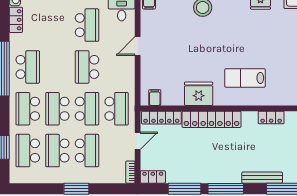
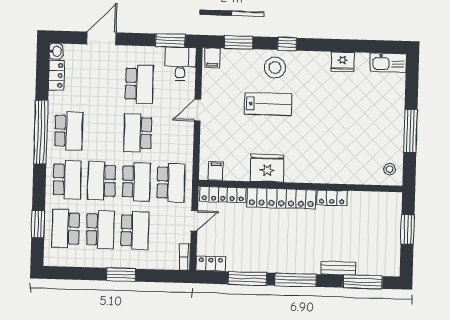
lab bench: (245, 78) -> (268, 104), moved, turned 180
school desk: (28, 109) -> (67, 180), turned 180
locker: (271, 117) -> (332, 198), moved
school desk: (57, 151) -> (100, 230), turned 180
bench: (262, 178) -> (338, 268), width x0.73

